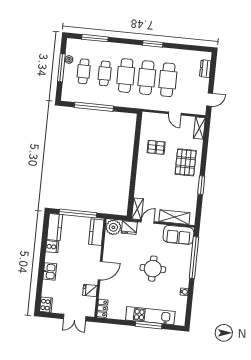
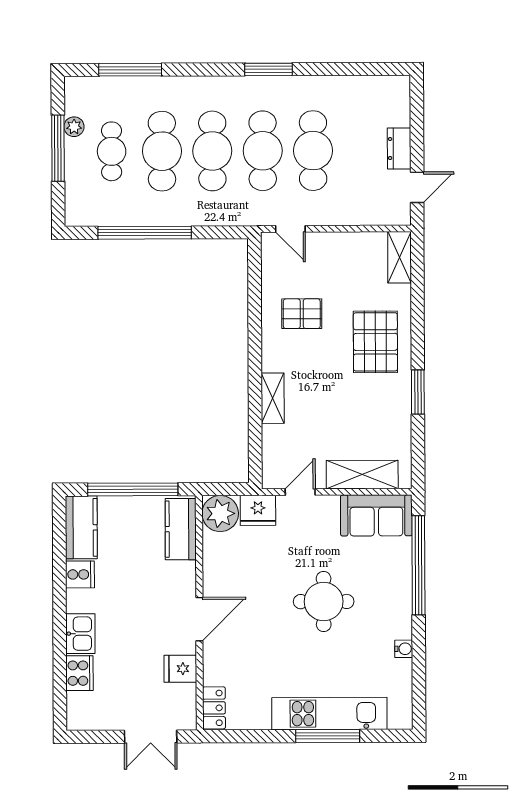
dresser: (205, 69) -> (399, 149), moved
cafe table: (105, 73) -> (162, 151), width x1.37, depth x1.35
door: (175, 113) -> (290, 229), moved
shelving: (137, 209) -> (273, 398), moved
cooker: (46, 305) -> (80, 673), moved

